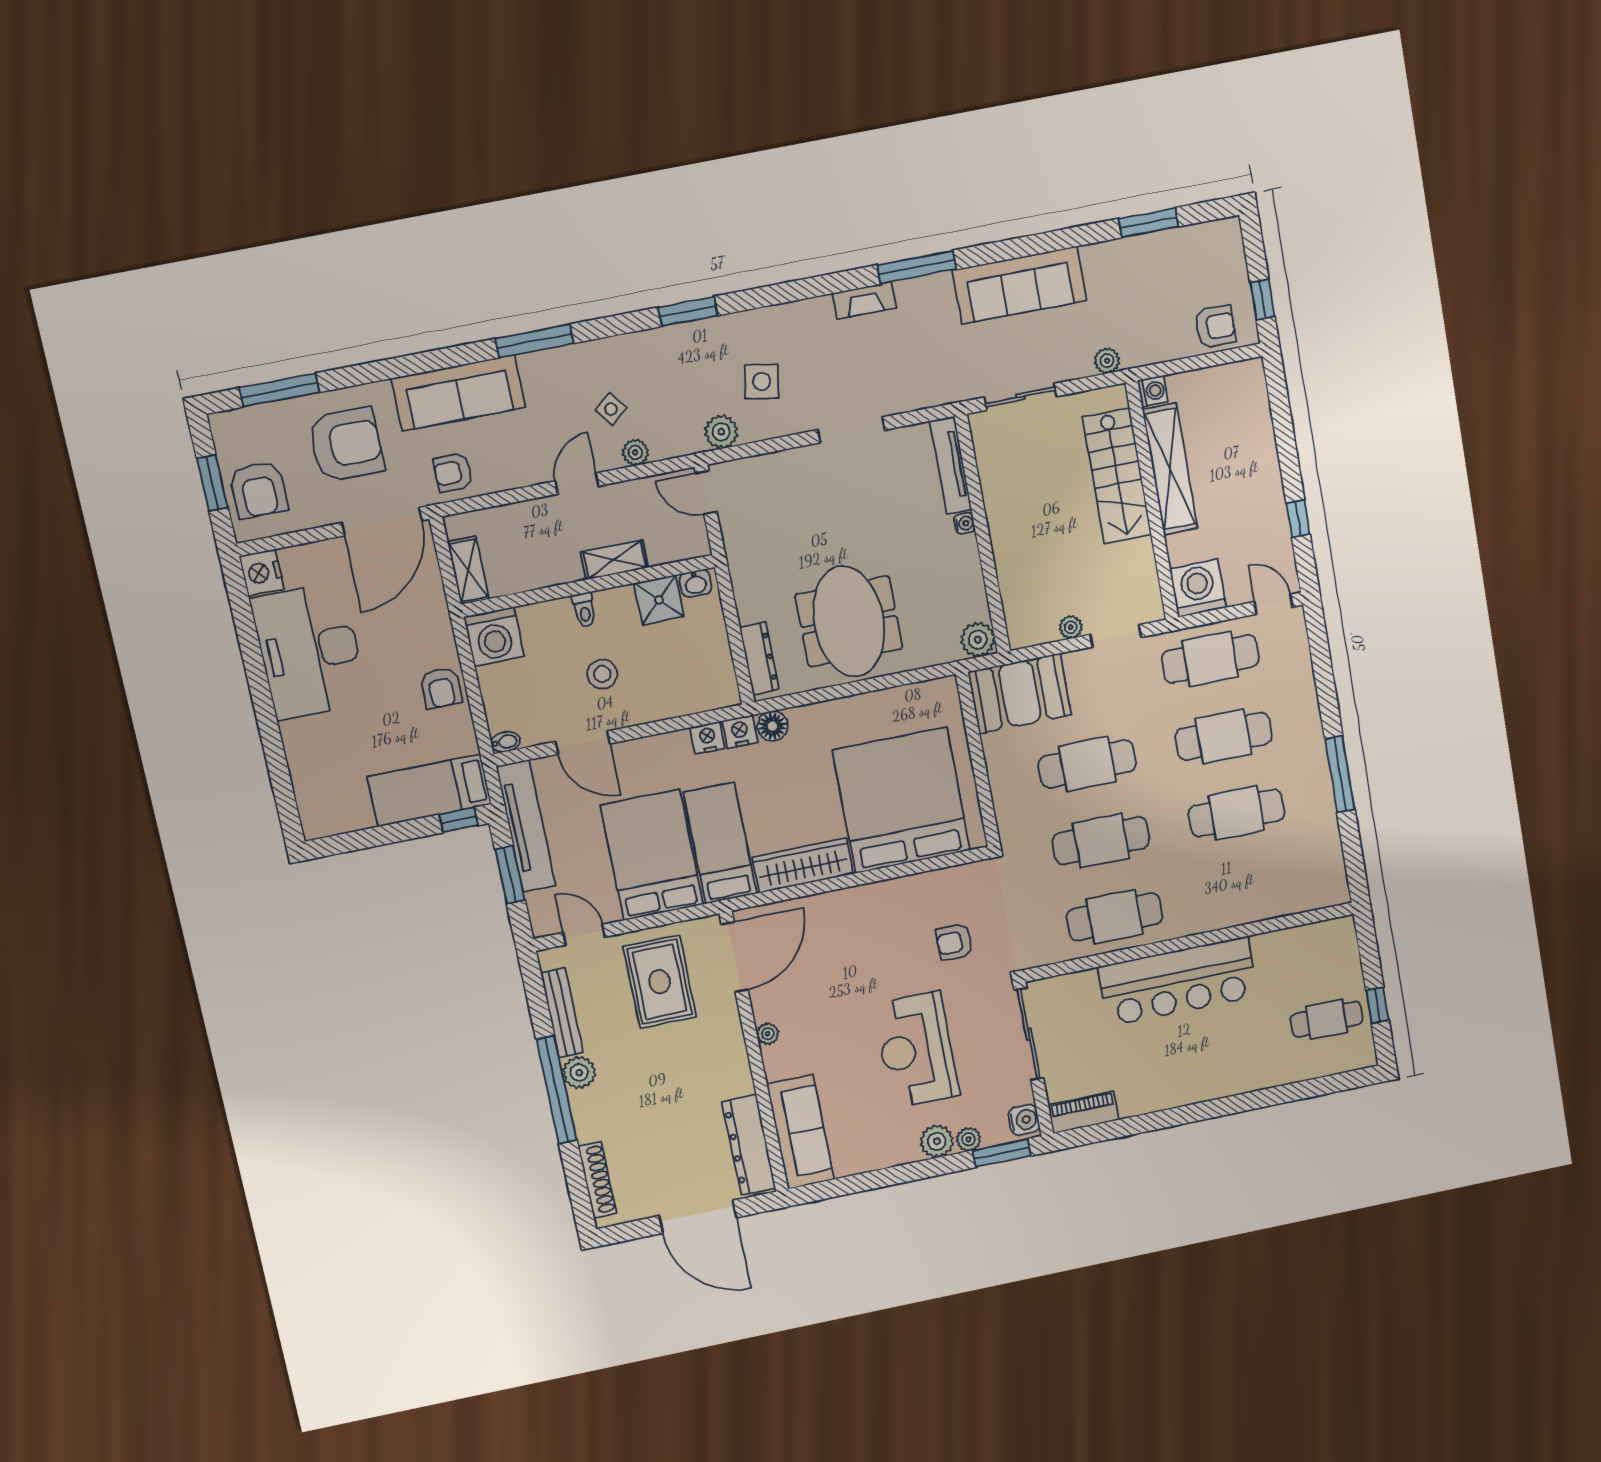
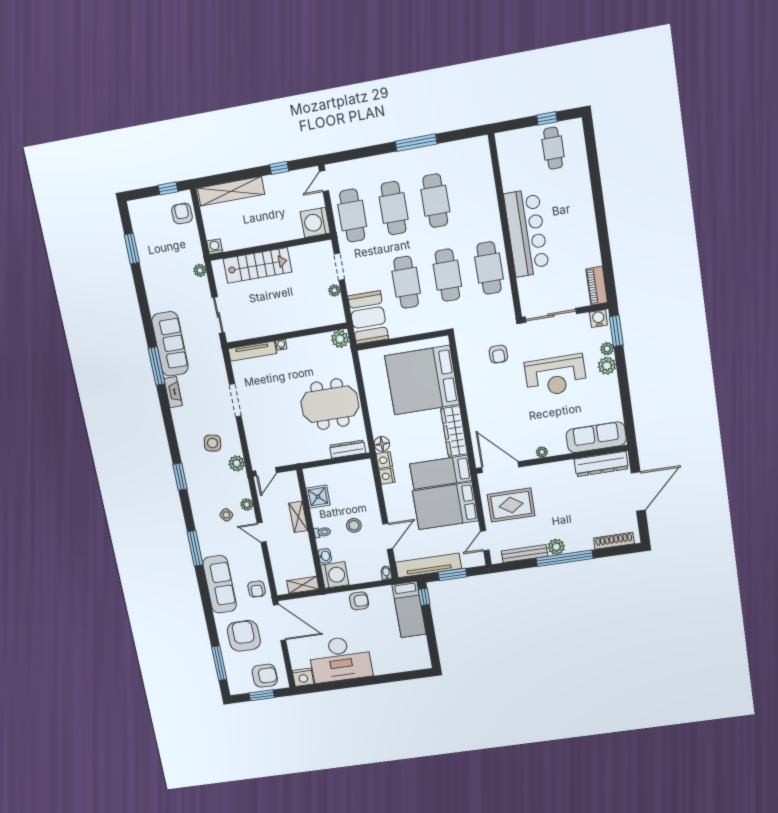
sofa: (1020, 285) -> (170, 344), moved
shelving: (1170, 469) -> (231, 191), moved
washbasin: (696, 583) -> (325, 556), moved

